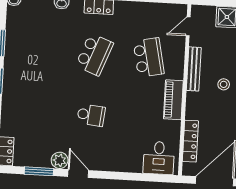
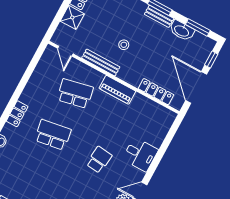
school desk: (94, 54) -> (53, 135), turned -30
desk: (159, 158) -> (140, 154), moved

